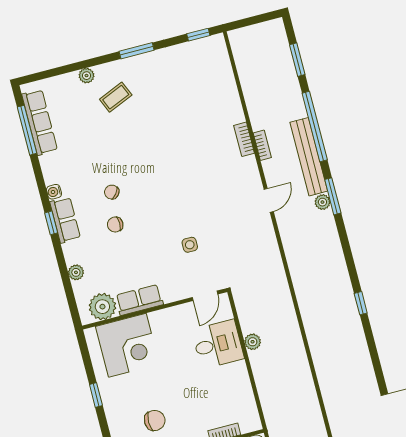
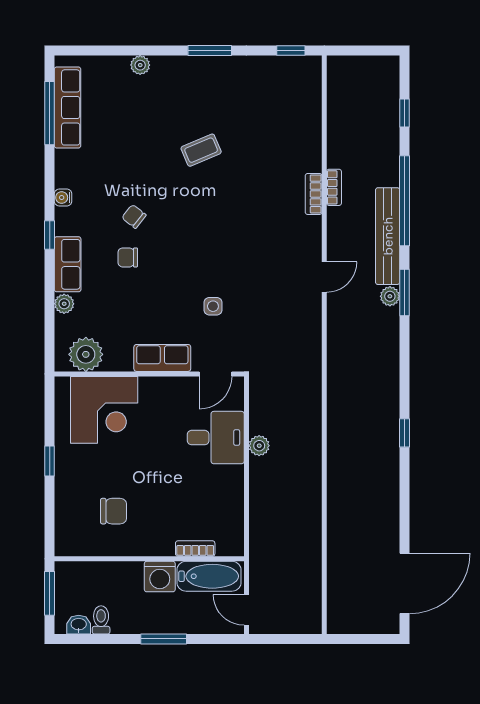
window: (297, 60) -> (405, 113), width x0.67
coffee table: (116, 97) -> (201, 150), moved
bookcase: (262, 145) -> (334, 187), moved
row of seats: (65, 220) -> (68, 264), moved
row of seats: (139, 300) -> (162, 358), moved

